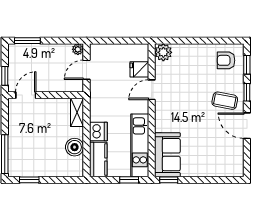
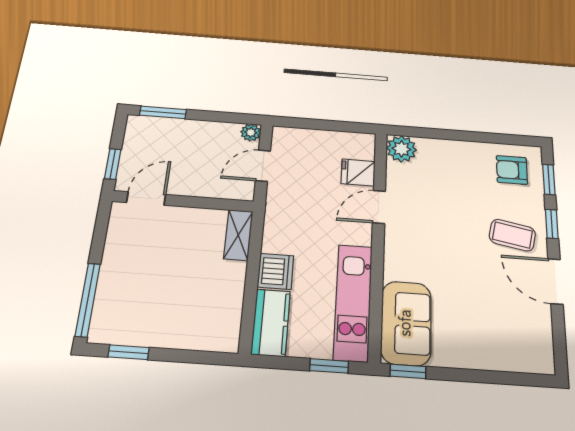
boiler: (75, 147) -> (227, 296), removed

